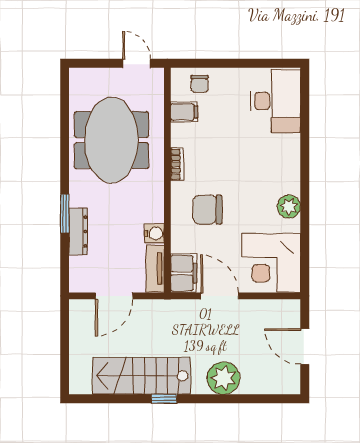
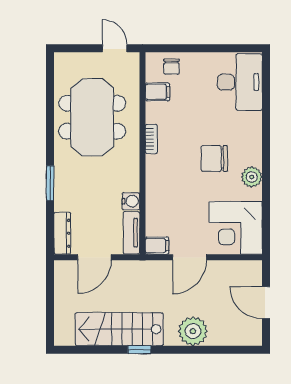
chair: (207, 210) -> (214, 158), moved
dresser: (78, 232) -> (62, 233), moved
filing cabinet: (184, 273) -> (157, 246), width x0.50
door: (220, 296) -> (189, 257), swing flipped

